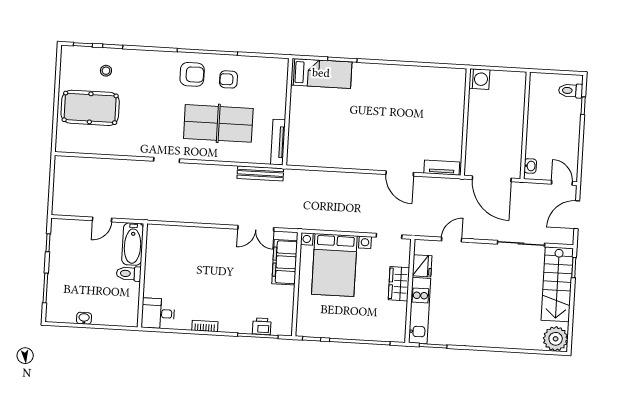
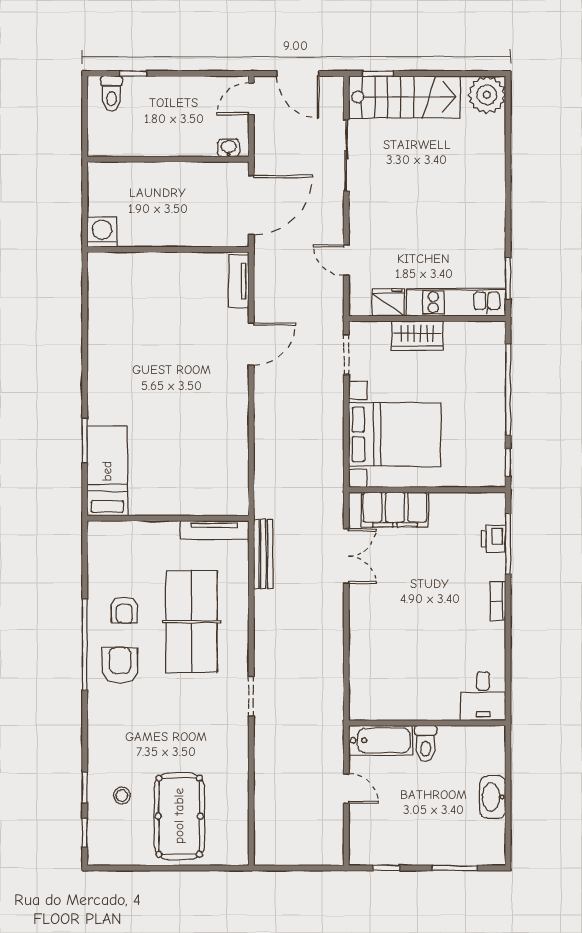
washbasin: (84, 318) -> (493, 797), width x1.91, depth x1.45
bookcase: (205, 326) -> (498, 601), moved

